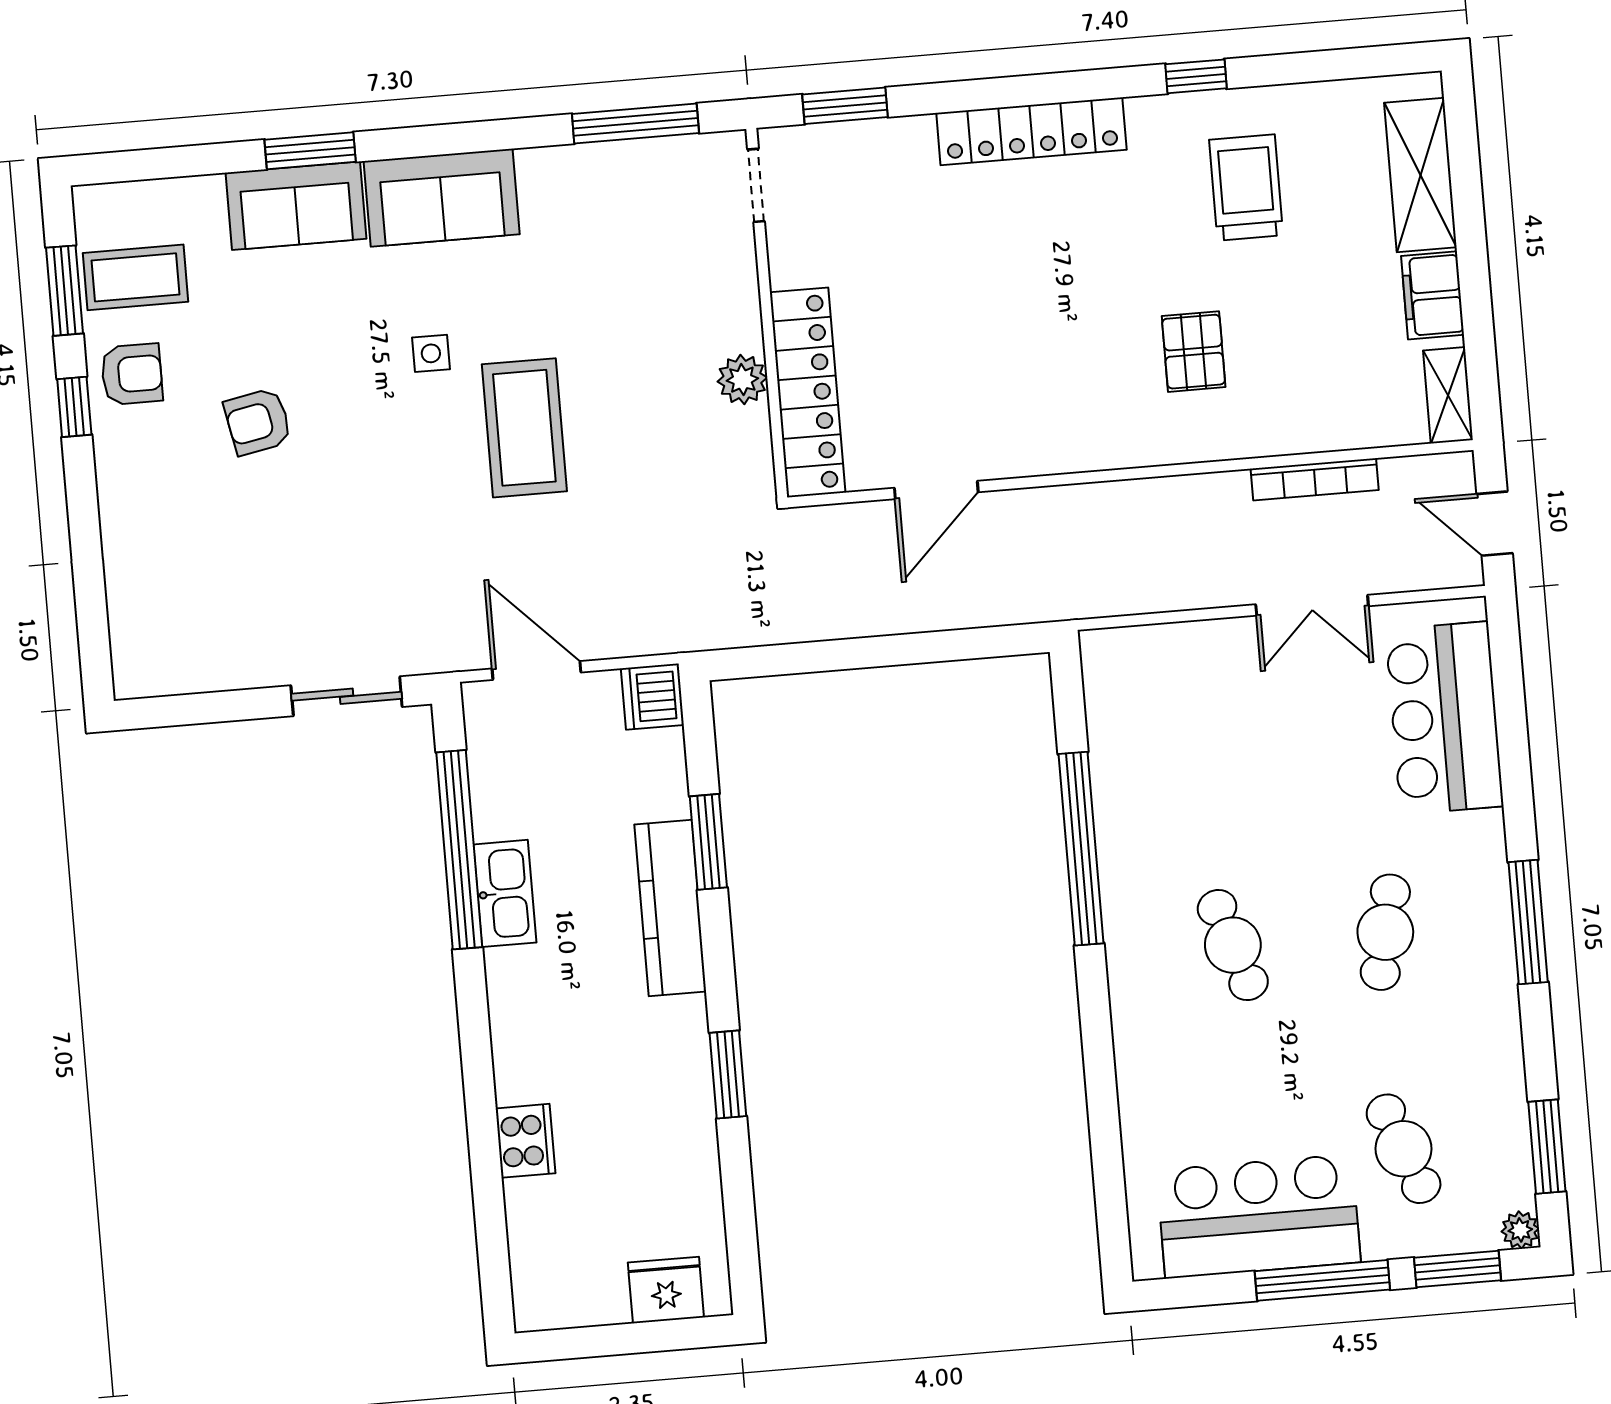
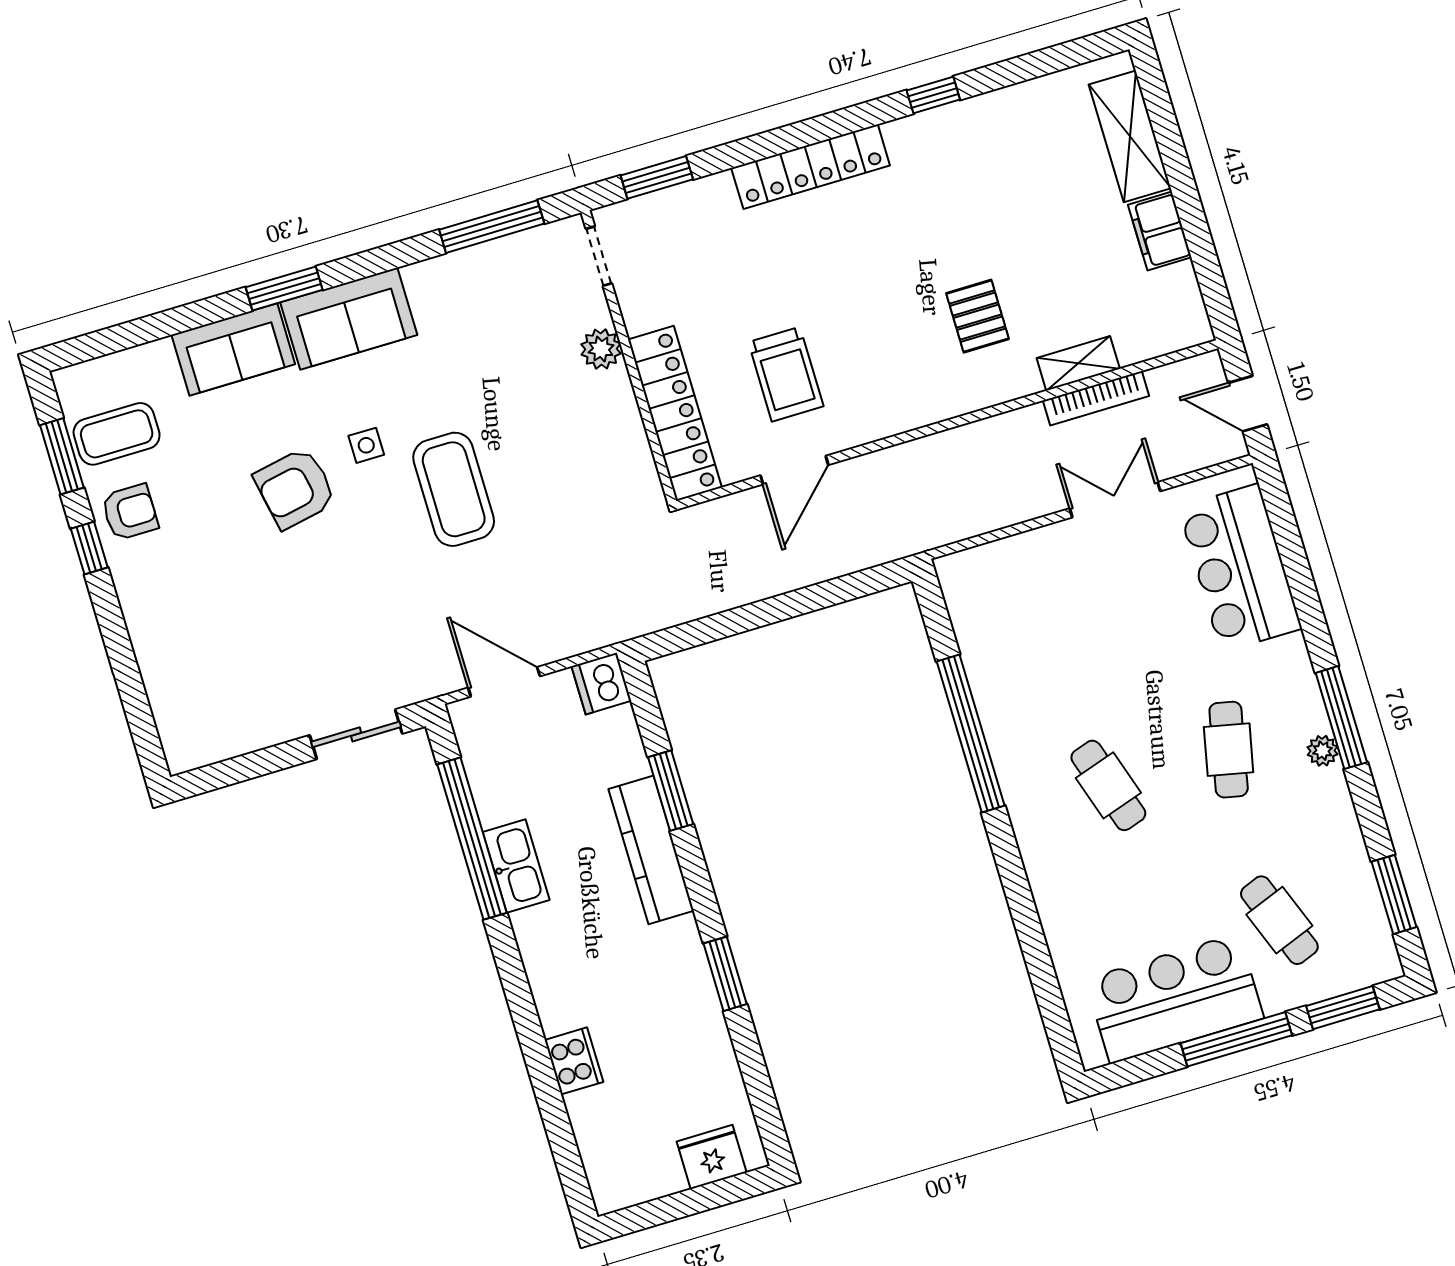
window: (310, 151) -> (284, 289), moved
trolley: (1246, 187) -> (786, 374), moved, turned 180
plant: (742, 380) -> (601, 349), moved
shelving: (1448, 395) -> (1078, 363), moved, turned 90
armchair: (258, 422) -> (295, 488), moved, width x1.38, depth x1.38
double door: (1312, 605) -> (1115, 500), swing flipped
plant: (1520, 1230) -> (1322, 751), moved

